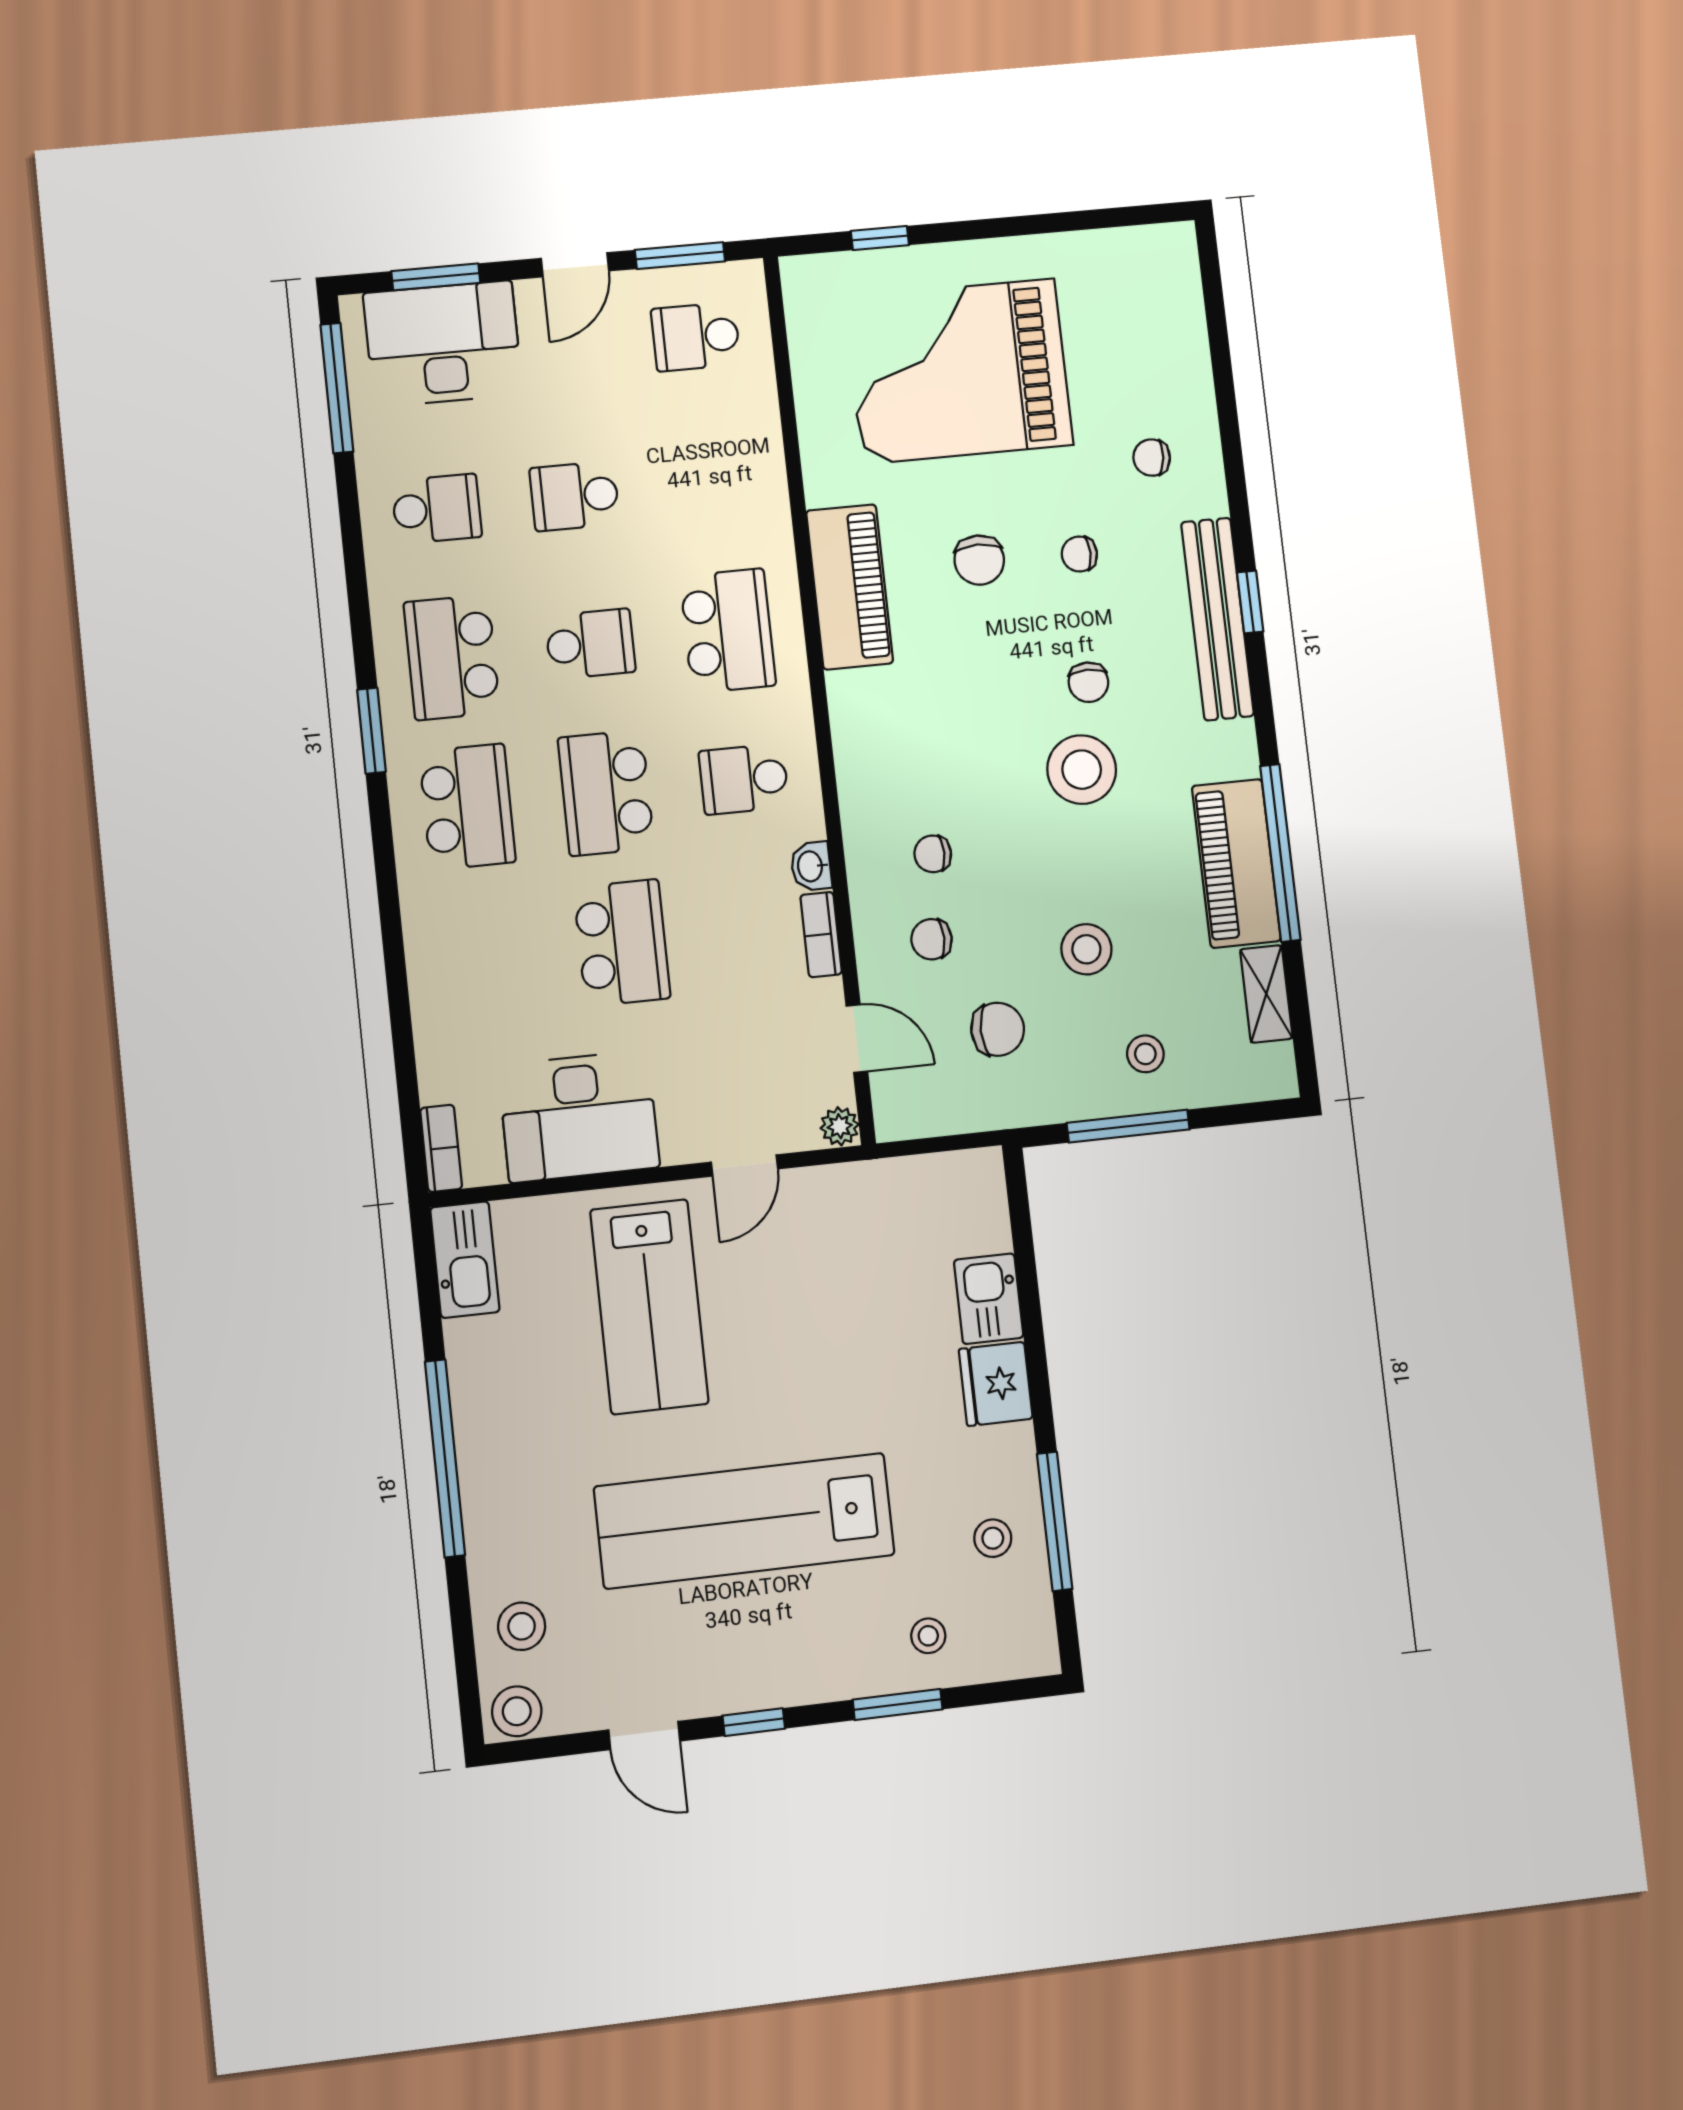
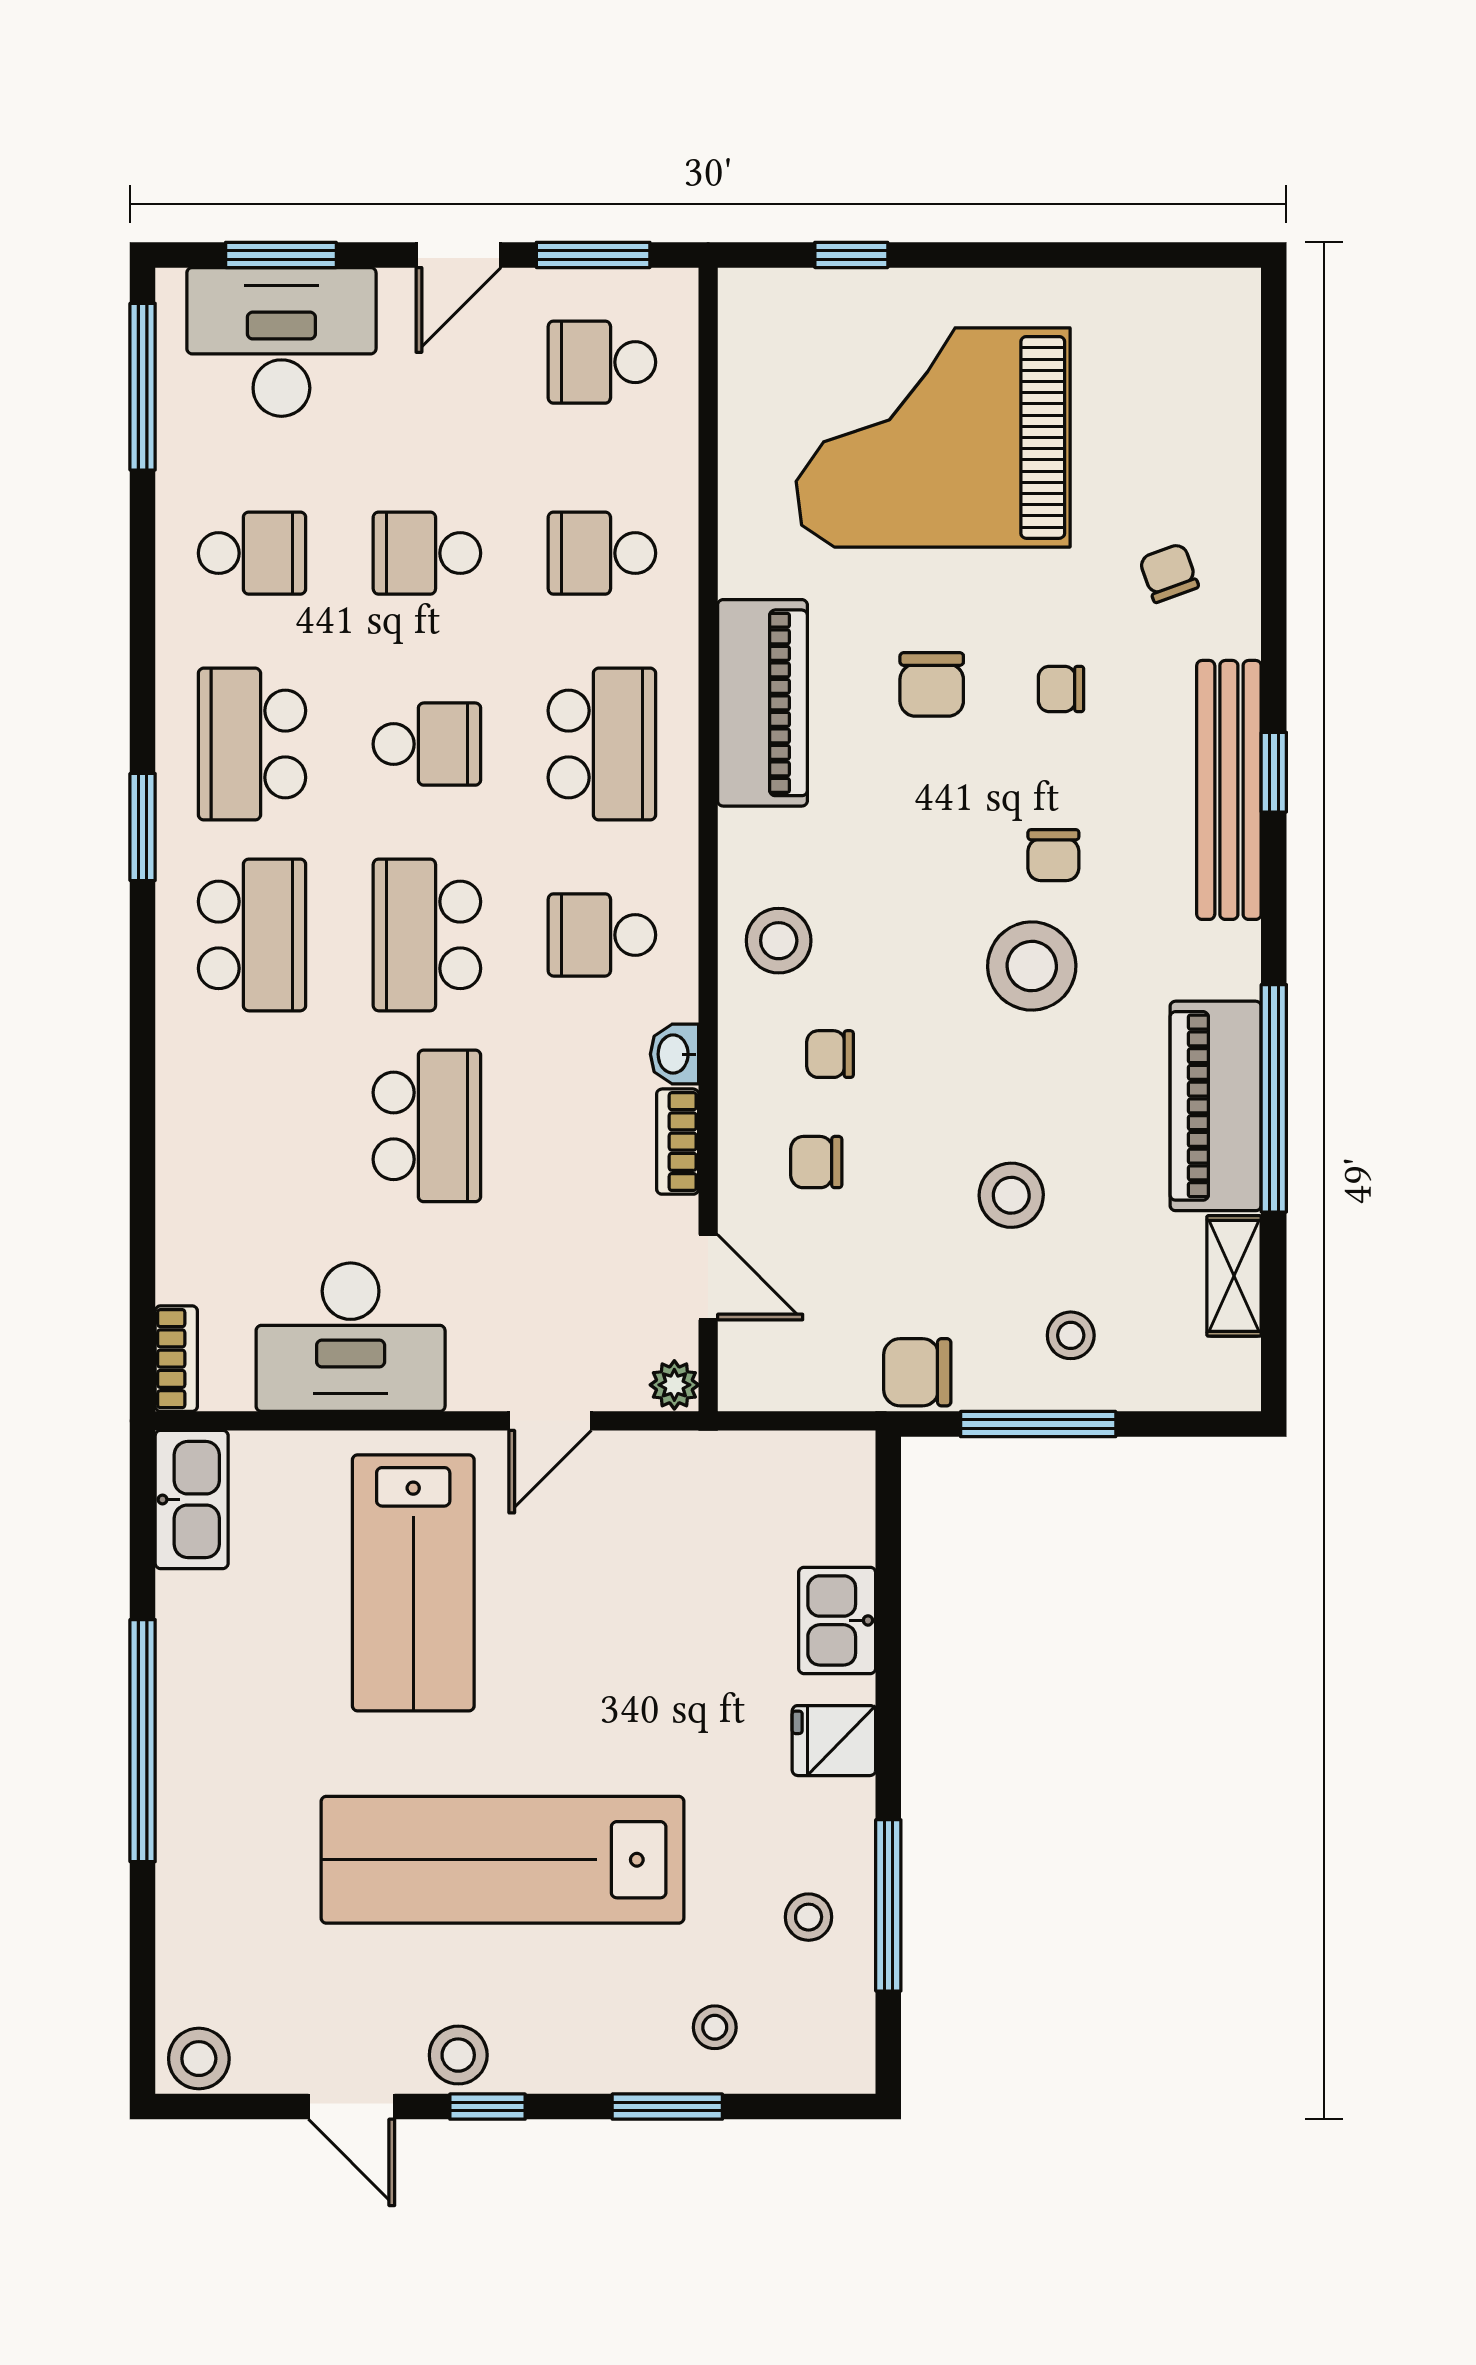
chair: (1152, 458) -> (1169, 573), turned 64
school desk: (712, 483) -> (602, 553), added
stool: (883, 770) -> (779, 941), added
chair: (998, 1029) -> (917, 1372), moved, turned 180
fridge: (996, 1384) -> (834, 1741), width x0.72
stool: (522, 1626) -> (458, 2055), moved

